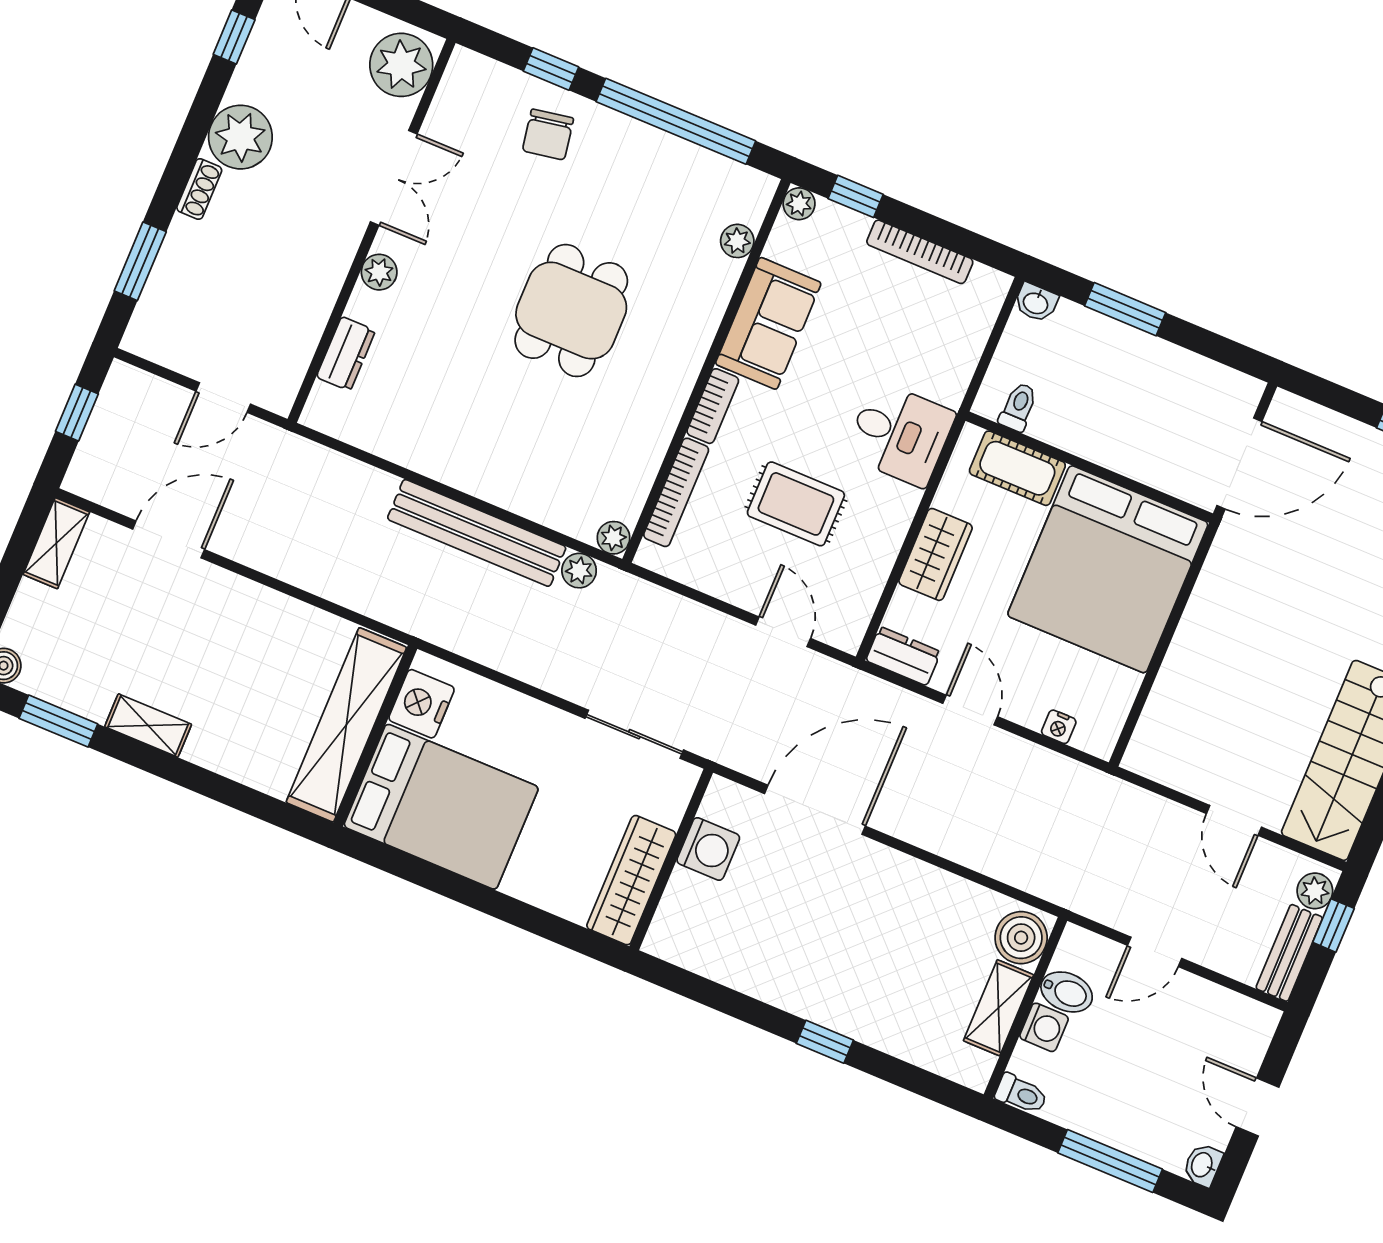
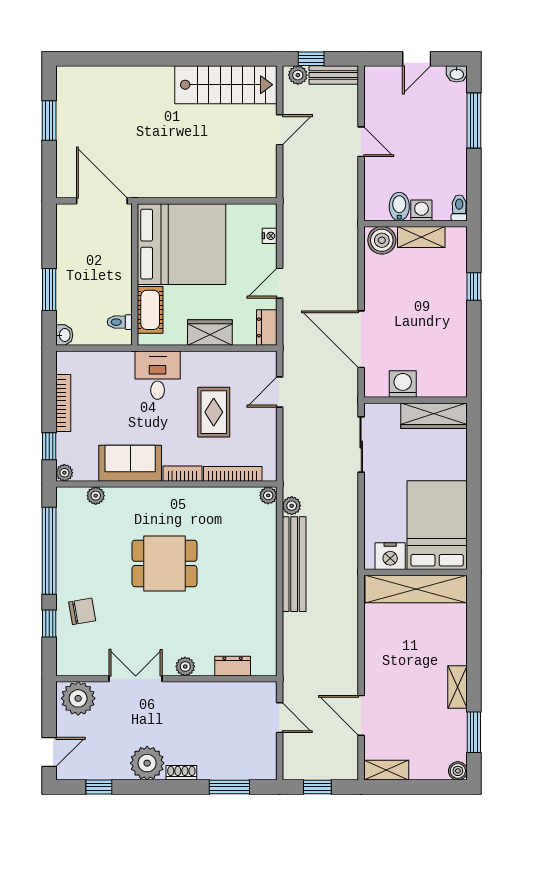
boiler: (1021, 938) -> (382, 240), moved
bidet: (1067, 992) -> (399, 206), moved
shelving: (998, 1008) -> (421, 237), moved
wall: (1026, 1008) -> (416, 224), moved
washing machine: (1044, 1027) -> (421, 210), moved
toilet: (1021, 1094) -> (459, 208), moved

